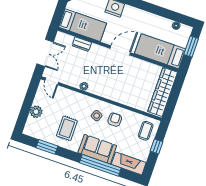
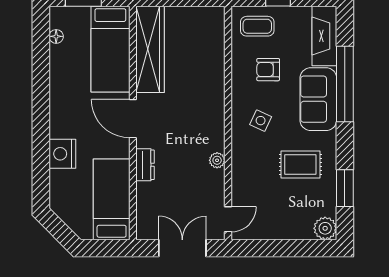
dresser: (82, 44) -> (145, 165), moved
wardrobe: (163, 92) -> (150, 49), moved, turned -90
plant: (36, 112) -> (325, 228), moved
armchair: (115, 120) -> (268, 70), moved

